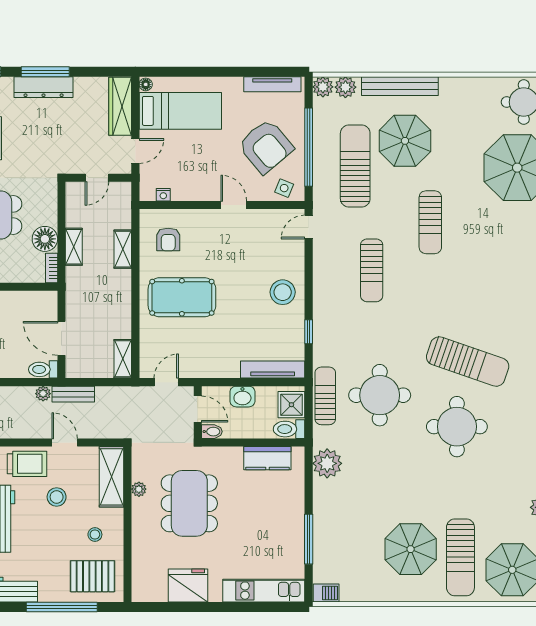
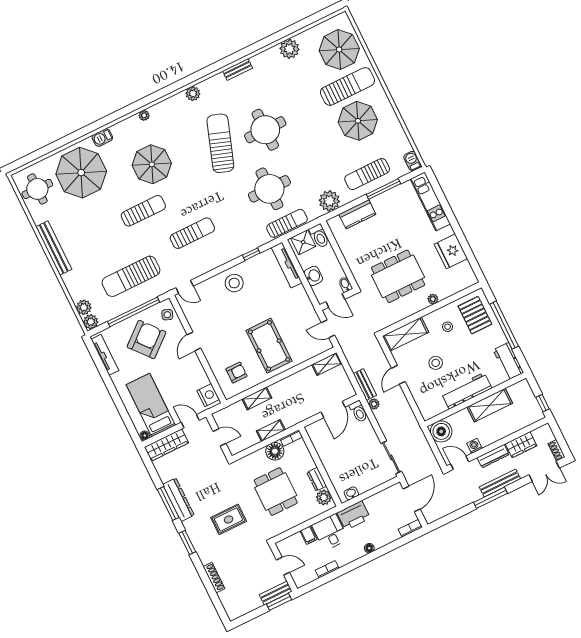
bench: (400, 86) -> (54, 248), moved
parasol: (405, 141) -> (152, 164), moved
nightstand: (163, 195) -> (208, 395), width x1.89, depth x1.79
sun lounger: (325, 396) -> (287, 223), turned 180
door: (198, 409) -> (335, 301), swing flipped
kitchen counter: (267, 458) -> (357, 214), moved, turned 90
trolley: (27, 464) -> (424, 392), removed
plant: (139, 489) -> (433, 299), moved
sun lounger: (338, 528) -> (367, 174), added

